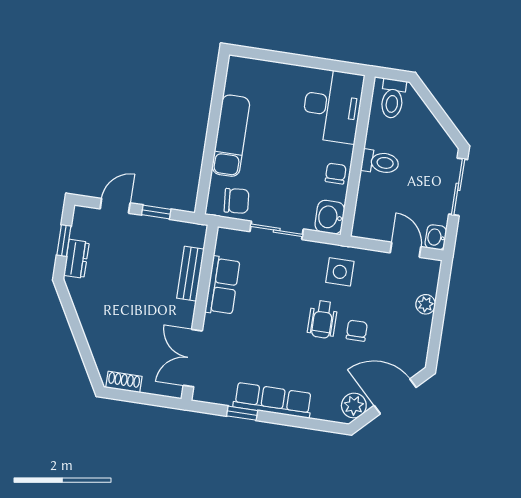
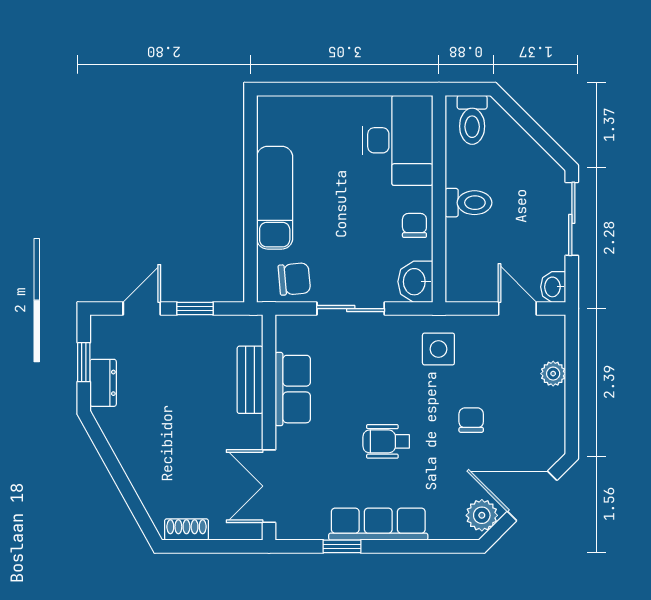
wheelchair: (323, 319) -> (386, 441), moved, turned 90

